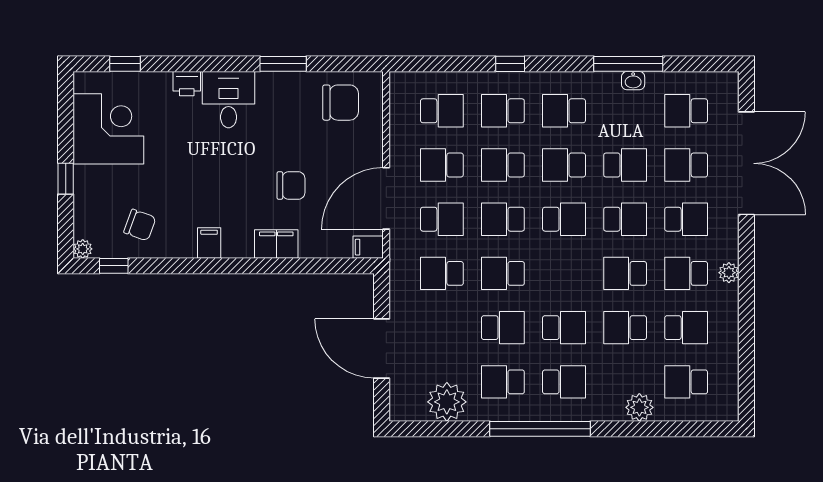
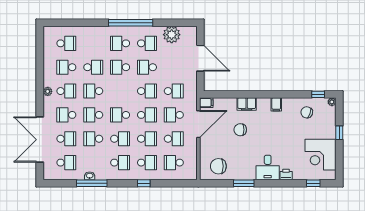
school desk: (625, 273) -> (93, 91), turned 180
plant: (639, 407) -> (87, 32), removed

